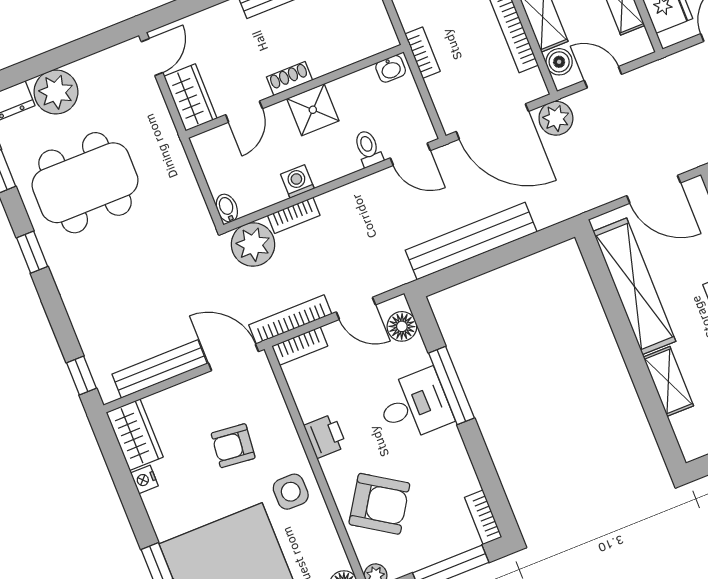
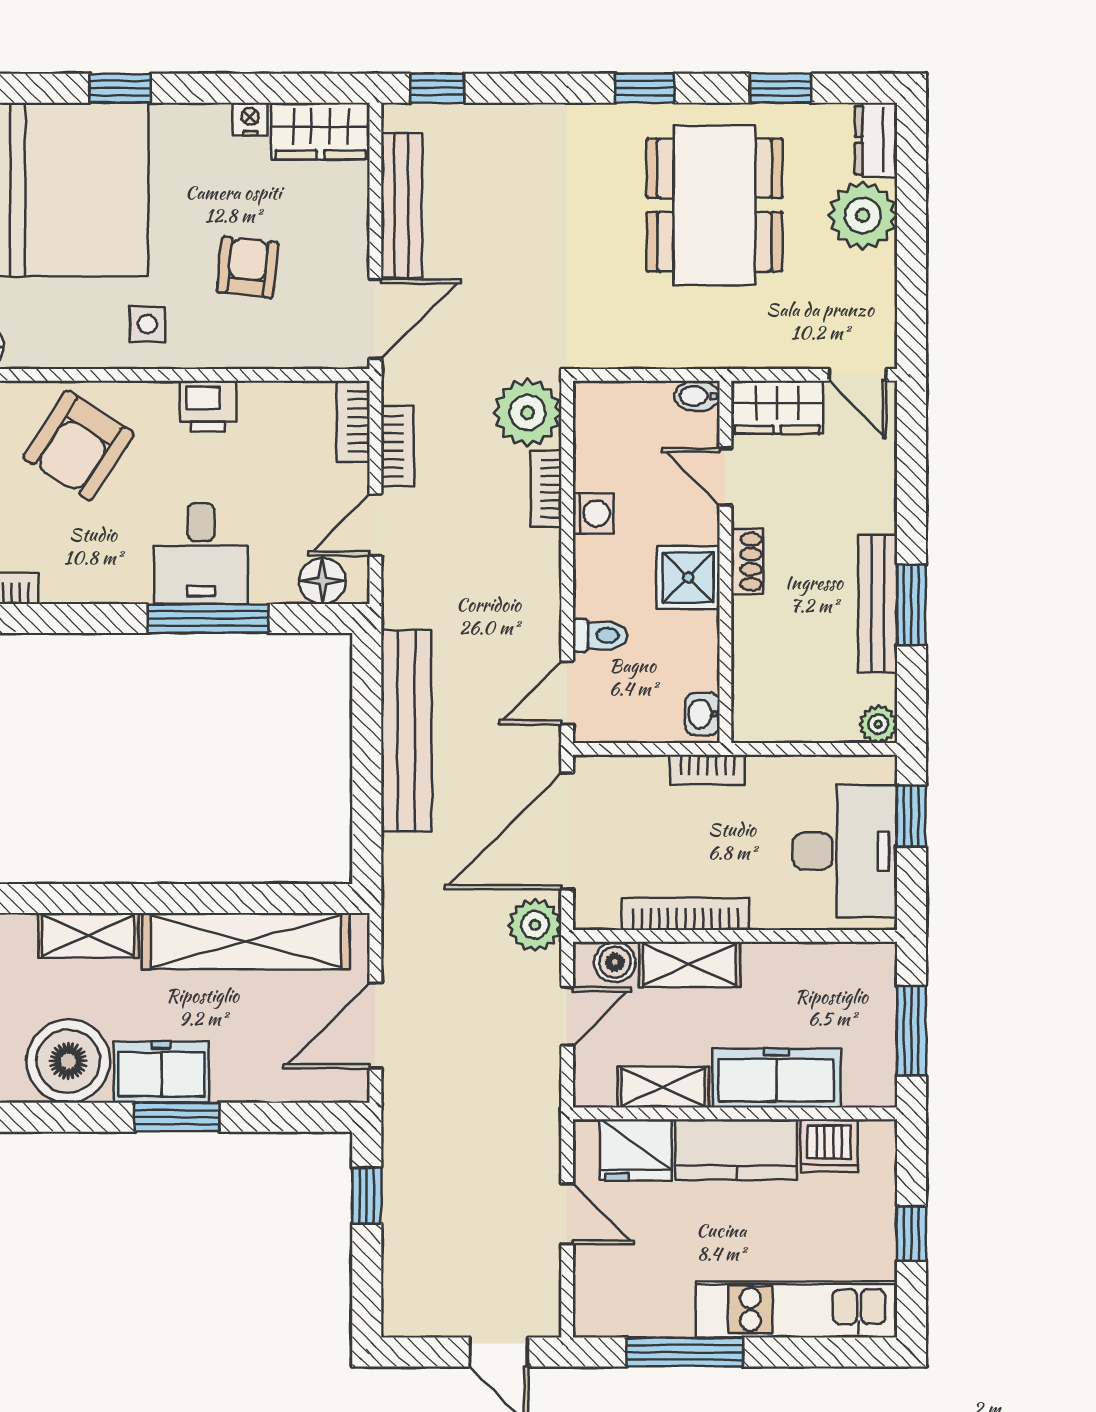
bidet: (227, 208) -> (697, 396), moved, turned 180
bookcase: (290, 319) -> (397, 446), width x0.64
side table: (291, 492) -> (147, 324), width x0.73, depth x0.73

